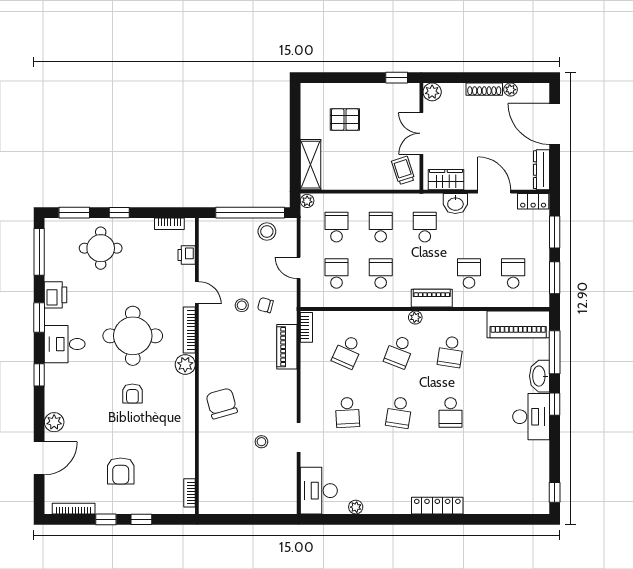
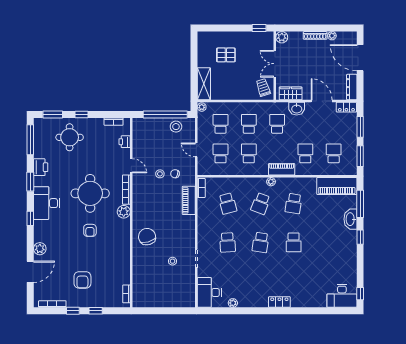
desk: (65, 344) -> (47, 203), width x1.37
school desk: (347, 352) -> (228, 204), turned -39
desk: (531, 417) -> (342, 296), moved, turned 90
locker: (437, 506) -> (279, 302), width x0.66

